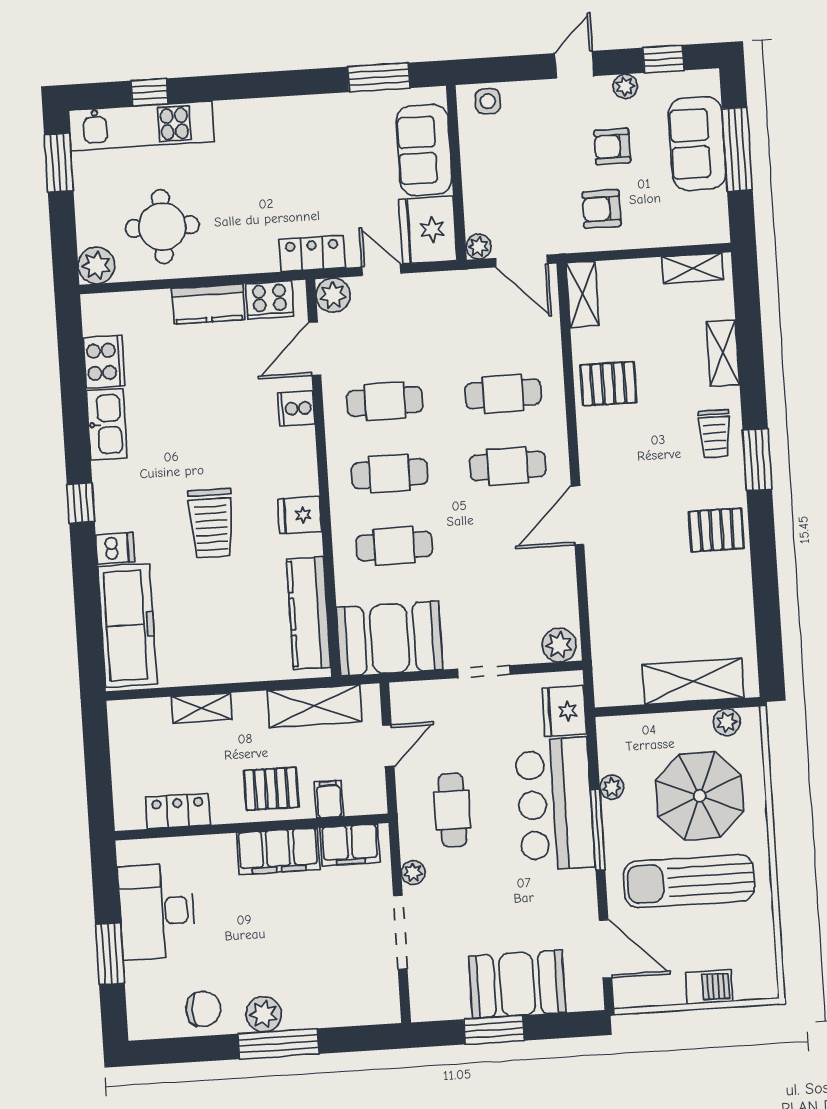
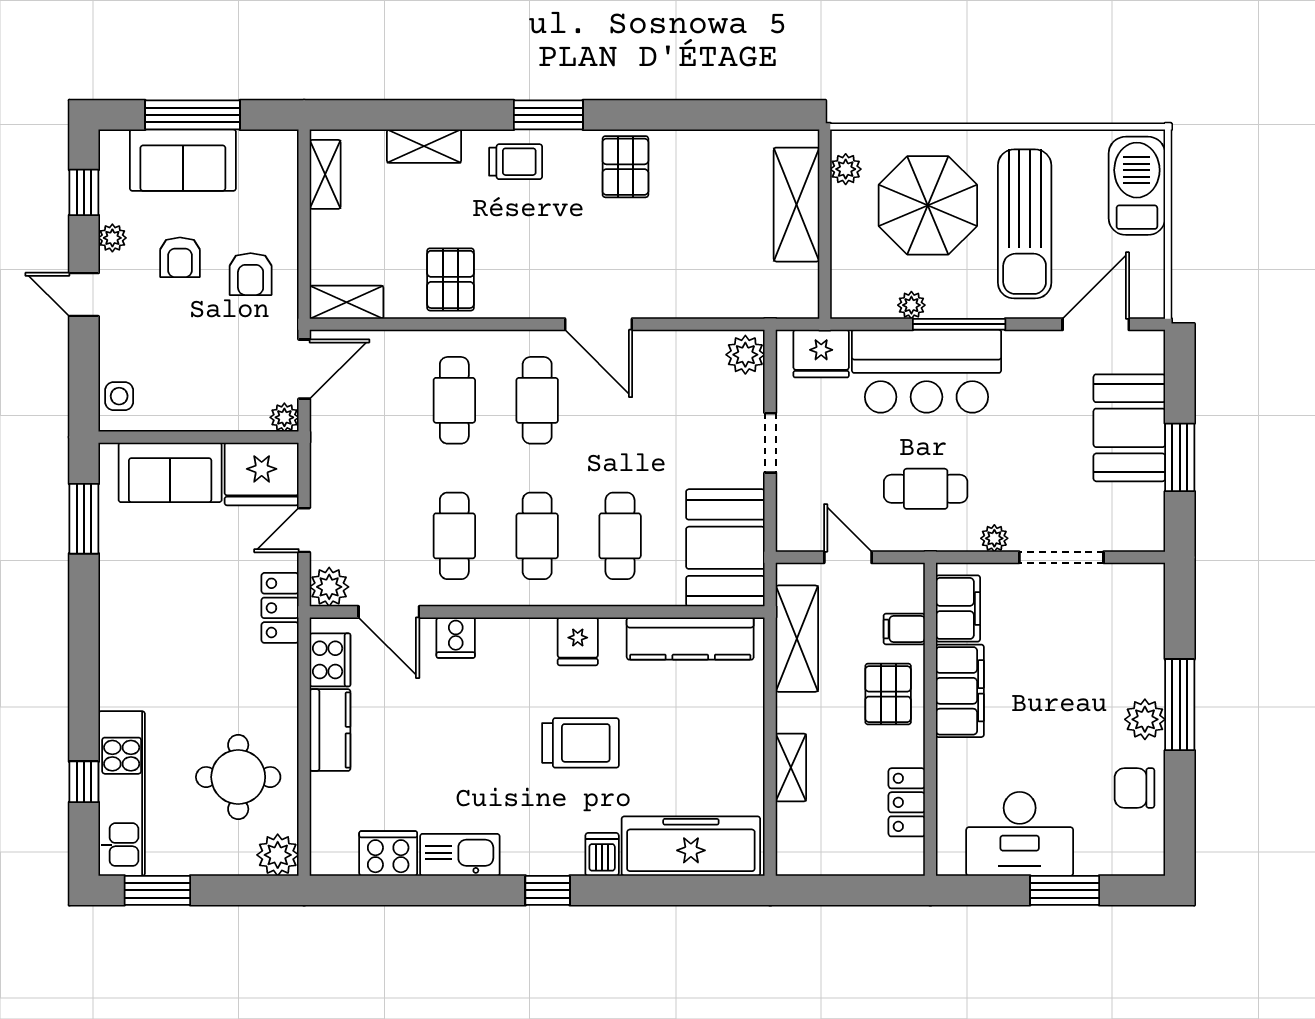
barbecue: (709, 987) -> (1137, 186), width x1.88, depth x1.53
chair: (203, 1009) -> (1134, 788), turned -90

